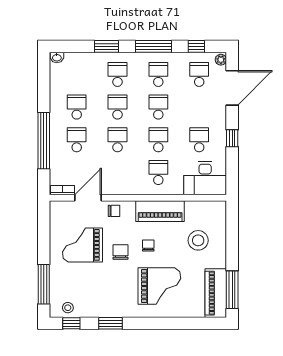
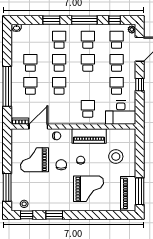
school desk: (158, 140) -> (117, 63), moved

